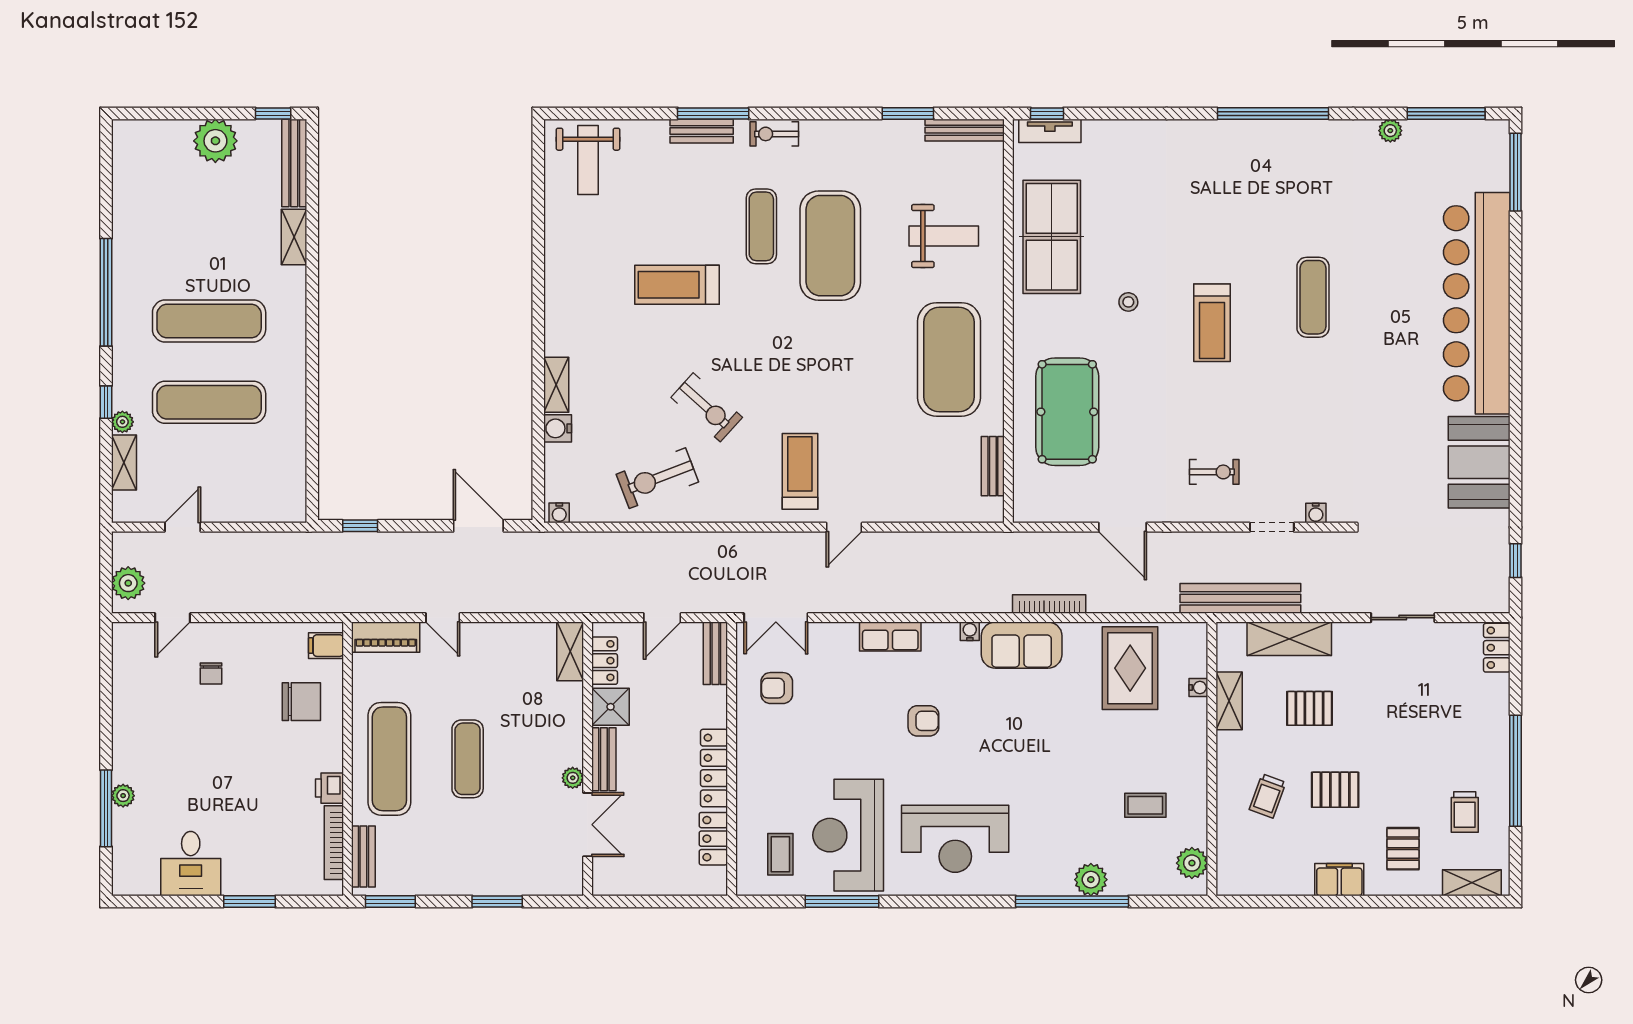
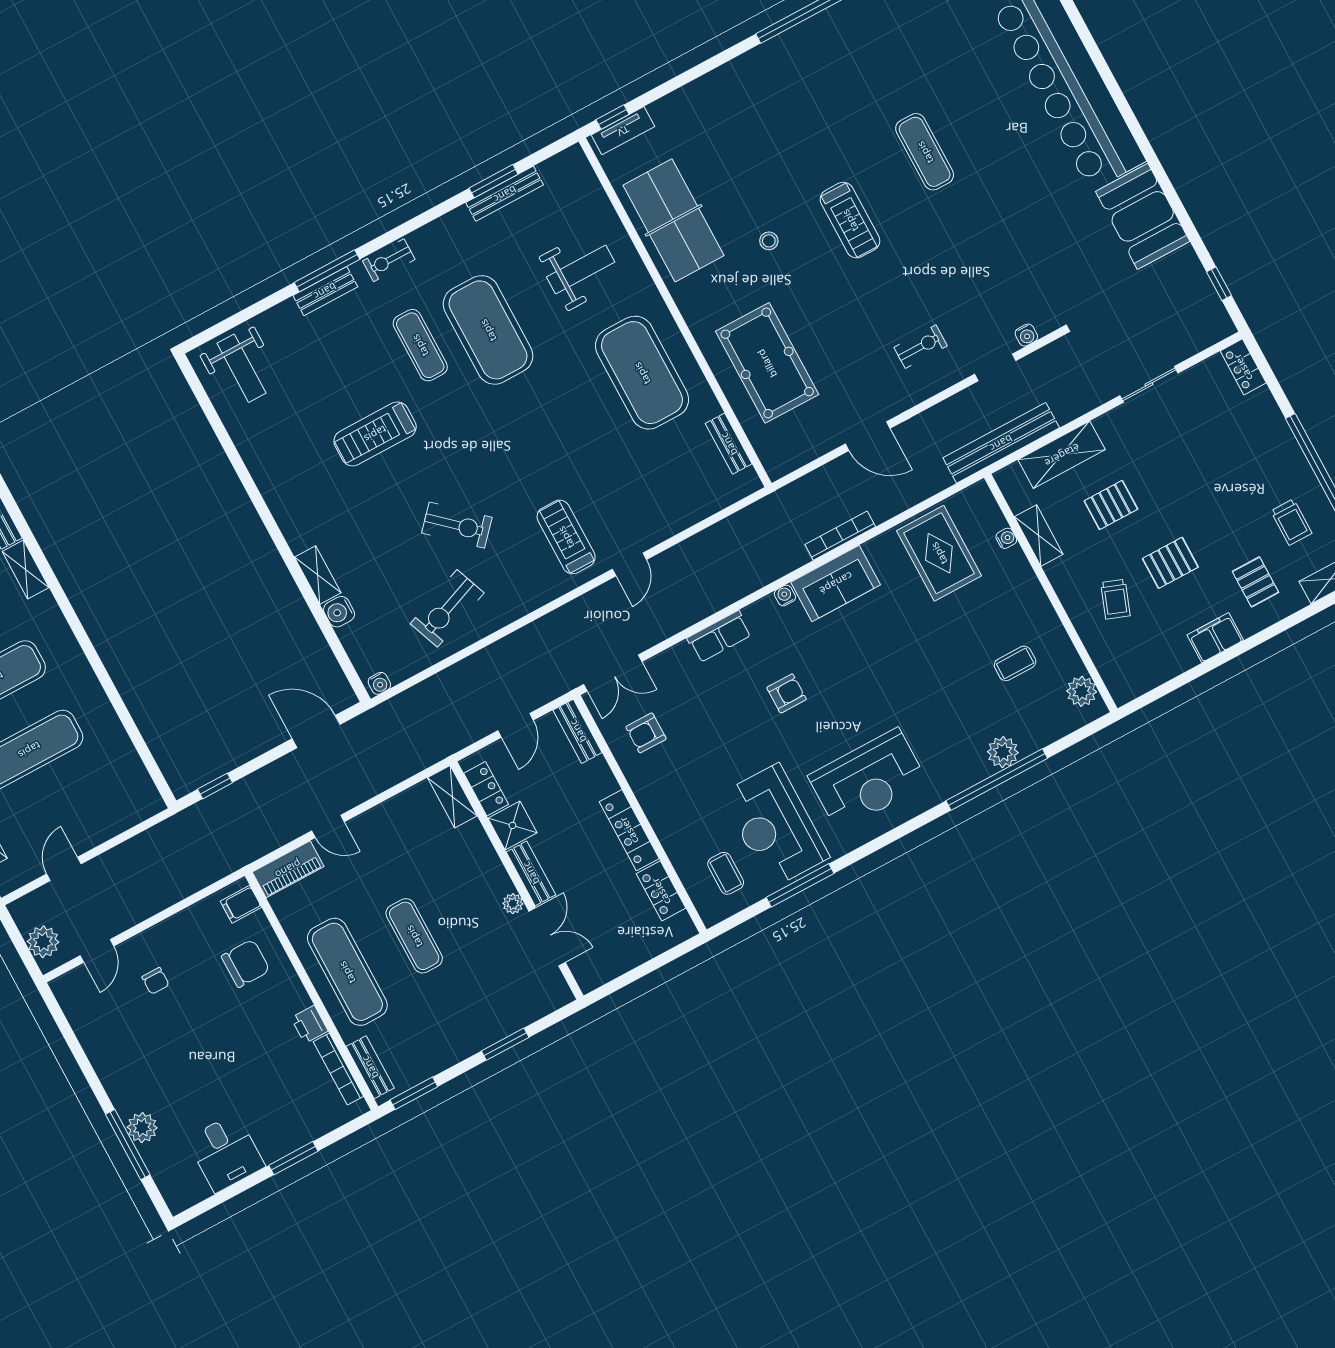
bench: (965, 130) -> (505, 194), moved
plant: (123, 796) -> (142, 1128), width x1.38, depth x1.38

